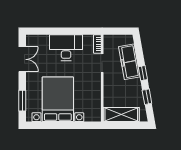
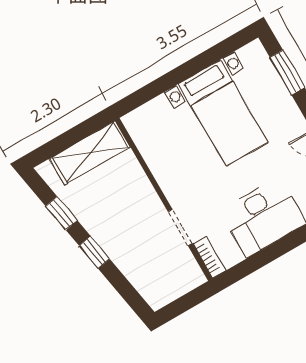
freezer: (129, 62) -> (132, 259), removed
bed with nightstands: (58, 99) -> (223, 113), width x0.73

